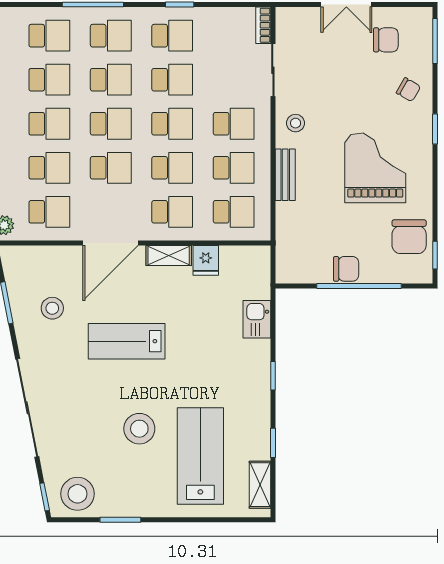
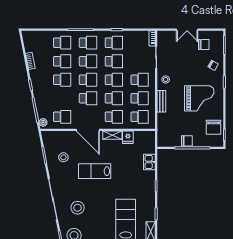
school desk: (49, 168) -> (62, 98), removed
grand piano: (375, 168) -> (199, 98), turned 90
door: (110, 243) -> (88, 130), hinge flipped
stool: (139, 429) -> (78, 208), moved

